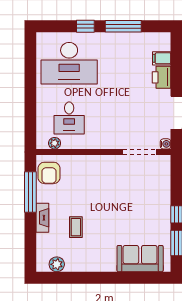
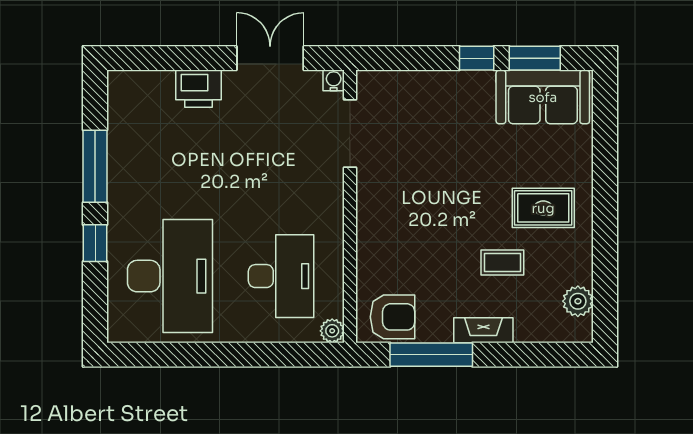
filing cabinet: (162, 58) -> (160, 88), removed
desk: (69, 118) -> (281, 276), width x1.37
plant: (55, 143) -> (332, 331), moved
rug: (103, 247) -> (543, 208), added
sofa: (140, 259) -> (543, 97), moved, turned -90

